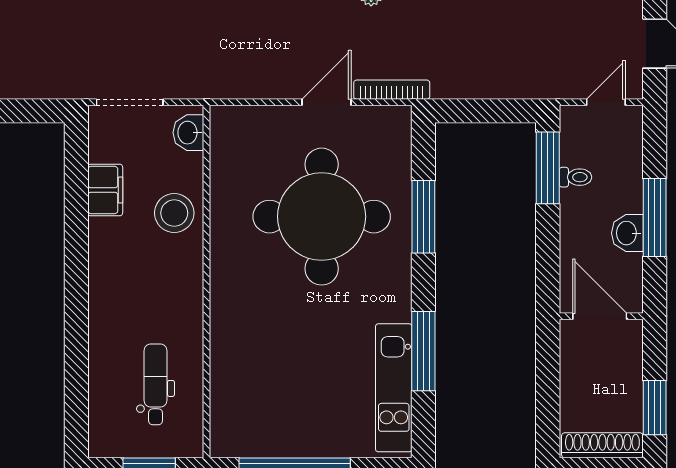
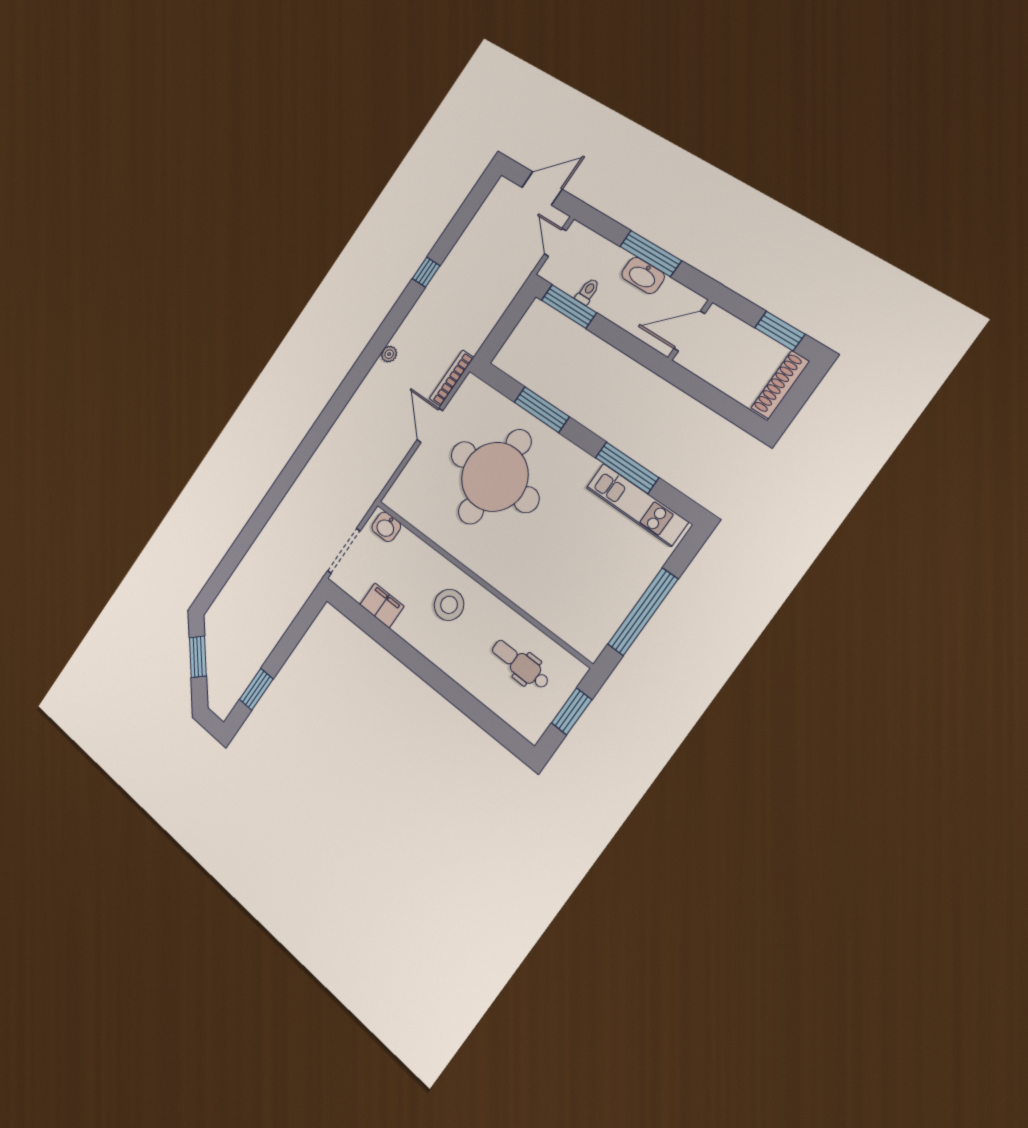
stool: (174, 213) -> (449, 605), moved
washbasin: (627, 233) -> (643, 275), width x1.38

